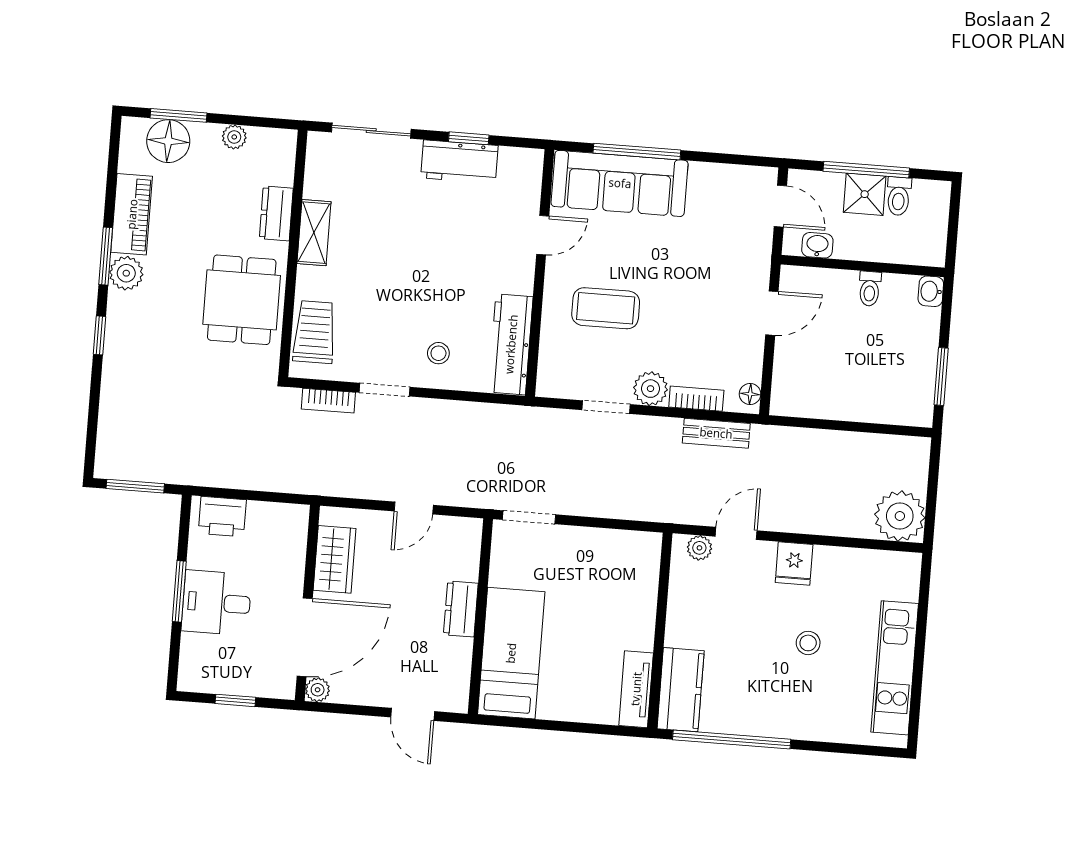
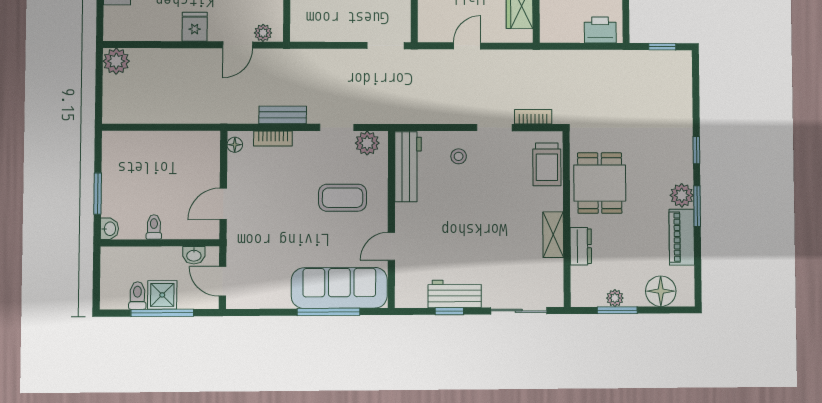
window: (178, 115) -> (617, 310), moved
window: (941, 377) -> (98, 194), moved
plant: (651, 389) -> (367, 143), moved
bench: (716, 433) -> (283, 115), moved
window: (135, 486) -> (662, 47), width x0.67
plant: (900, 516) -> (116, 61), width x0.73, depth x0.73

